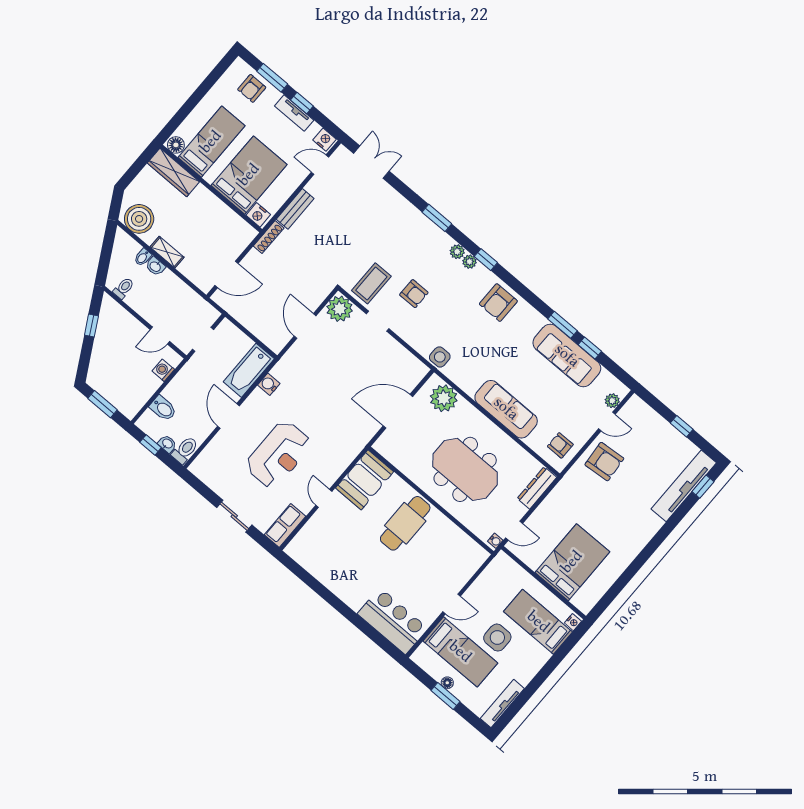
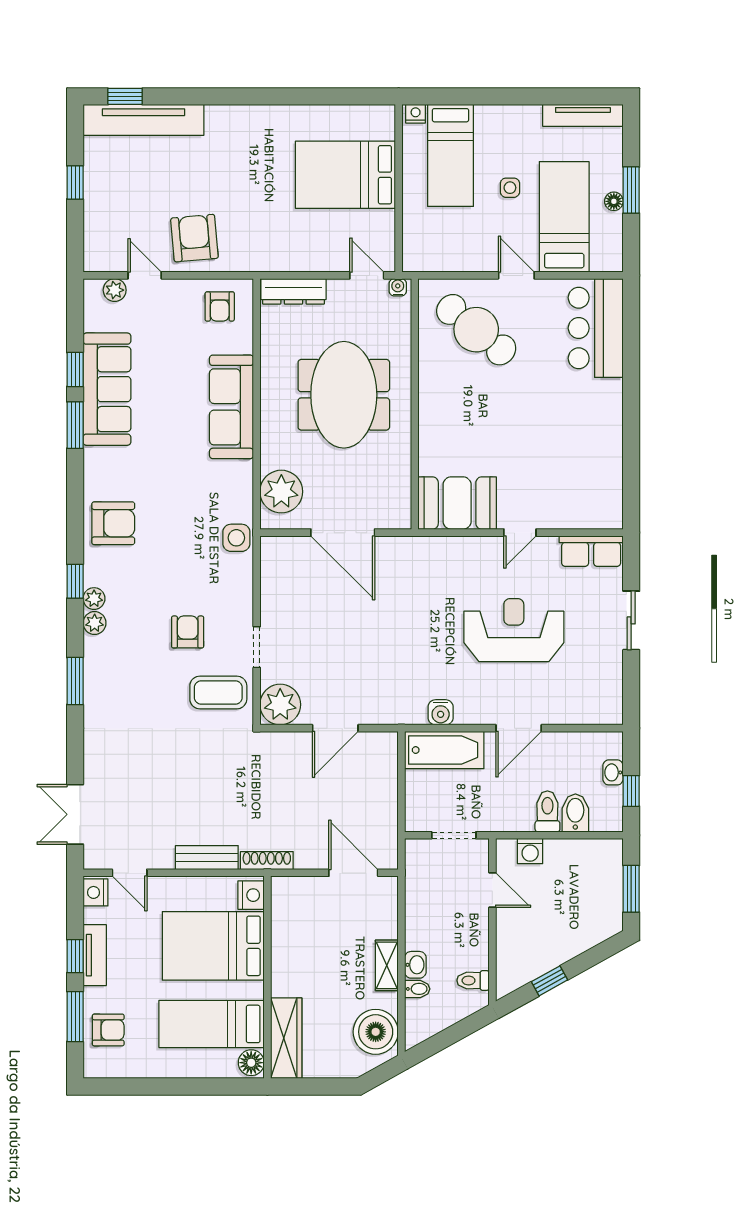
toilet: (185, 450) -> (547, 811), moved, turned 90
cafe table: (405, 523) -> (476, 330), moved, turned 39
side table: (497, 638) -> (510, 188), width x0.54, depth x0.54

